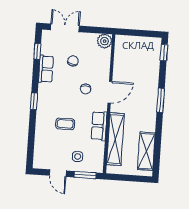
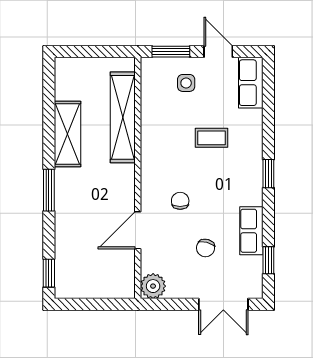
door: (110, 92) -> (138, 230), moved
row of seats: (99, 126) -> (251, 83), moved, turned 180
shelving: (146, 151) -> (68, 134), moved

